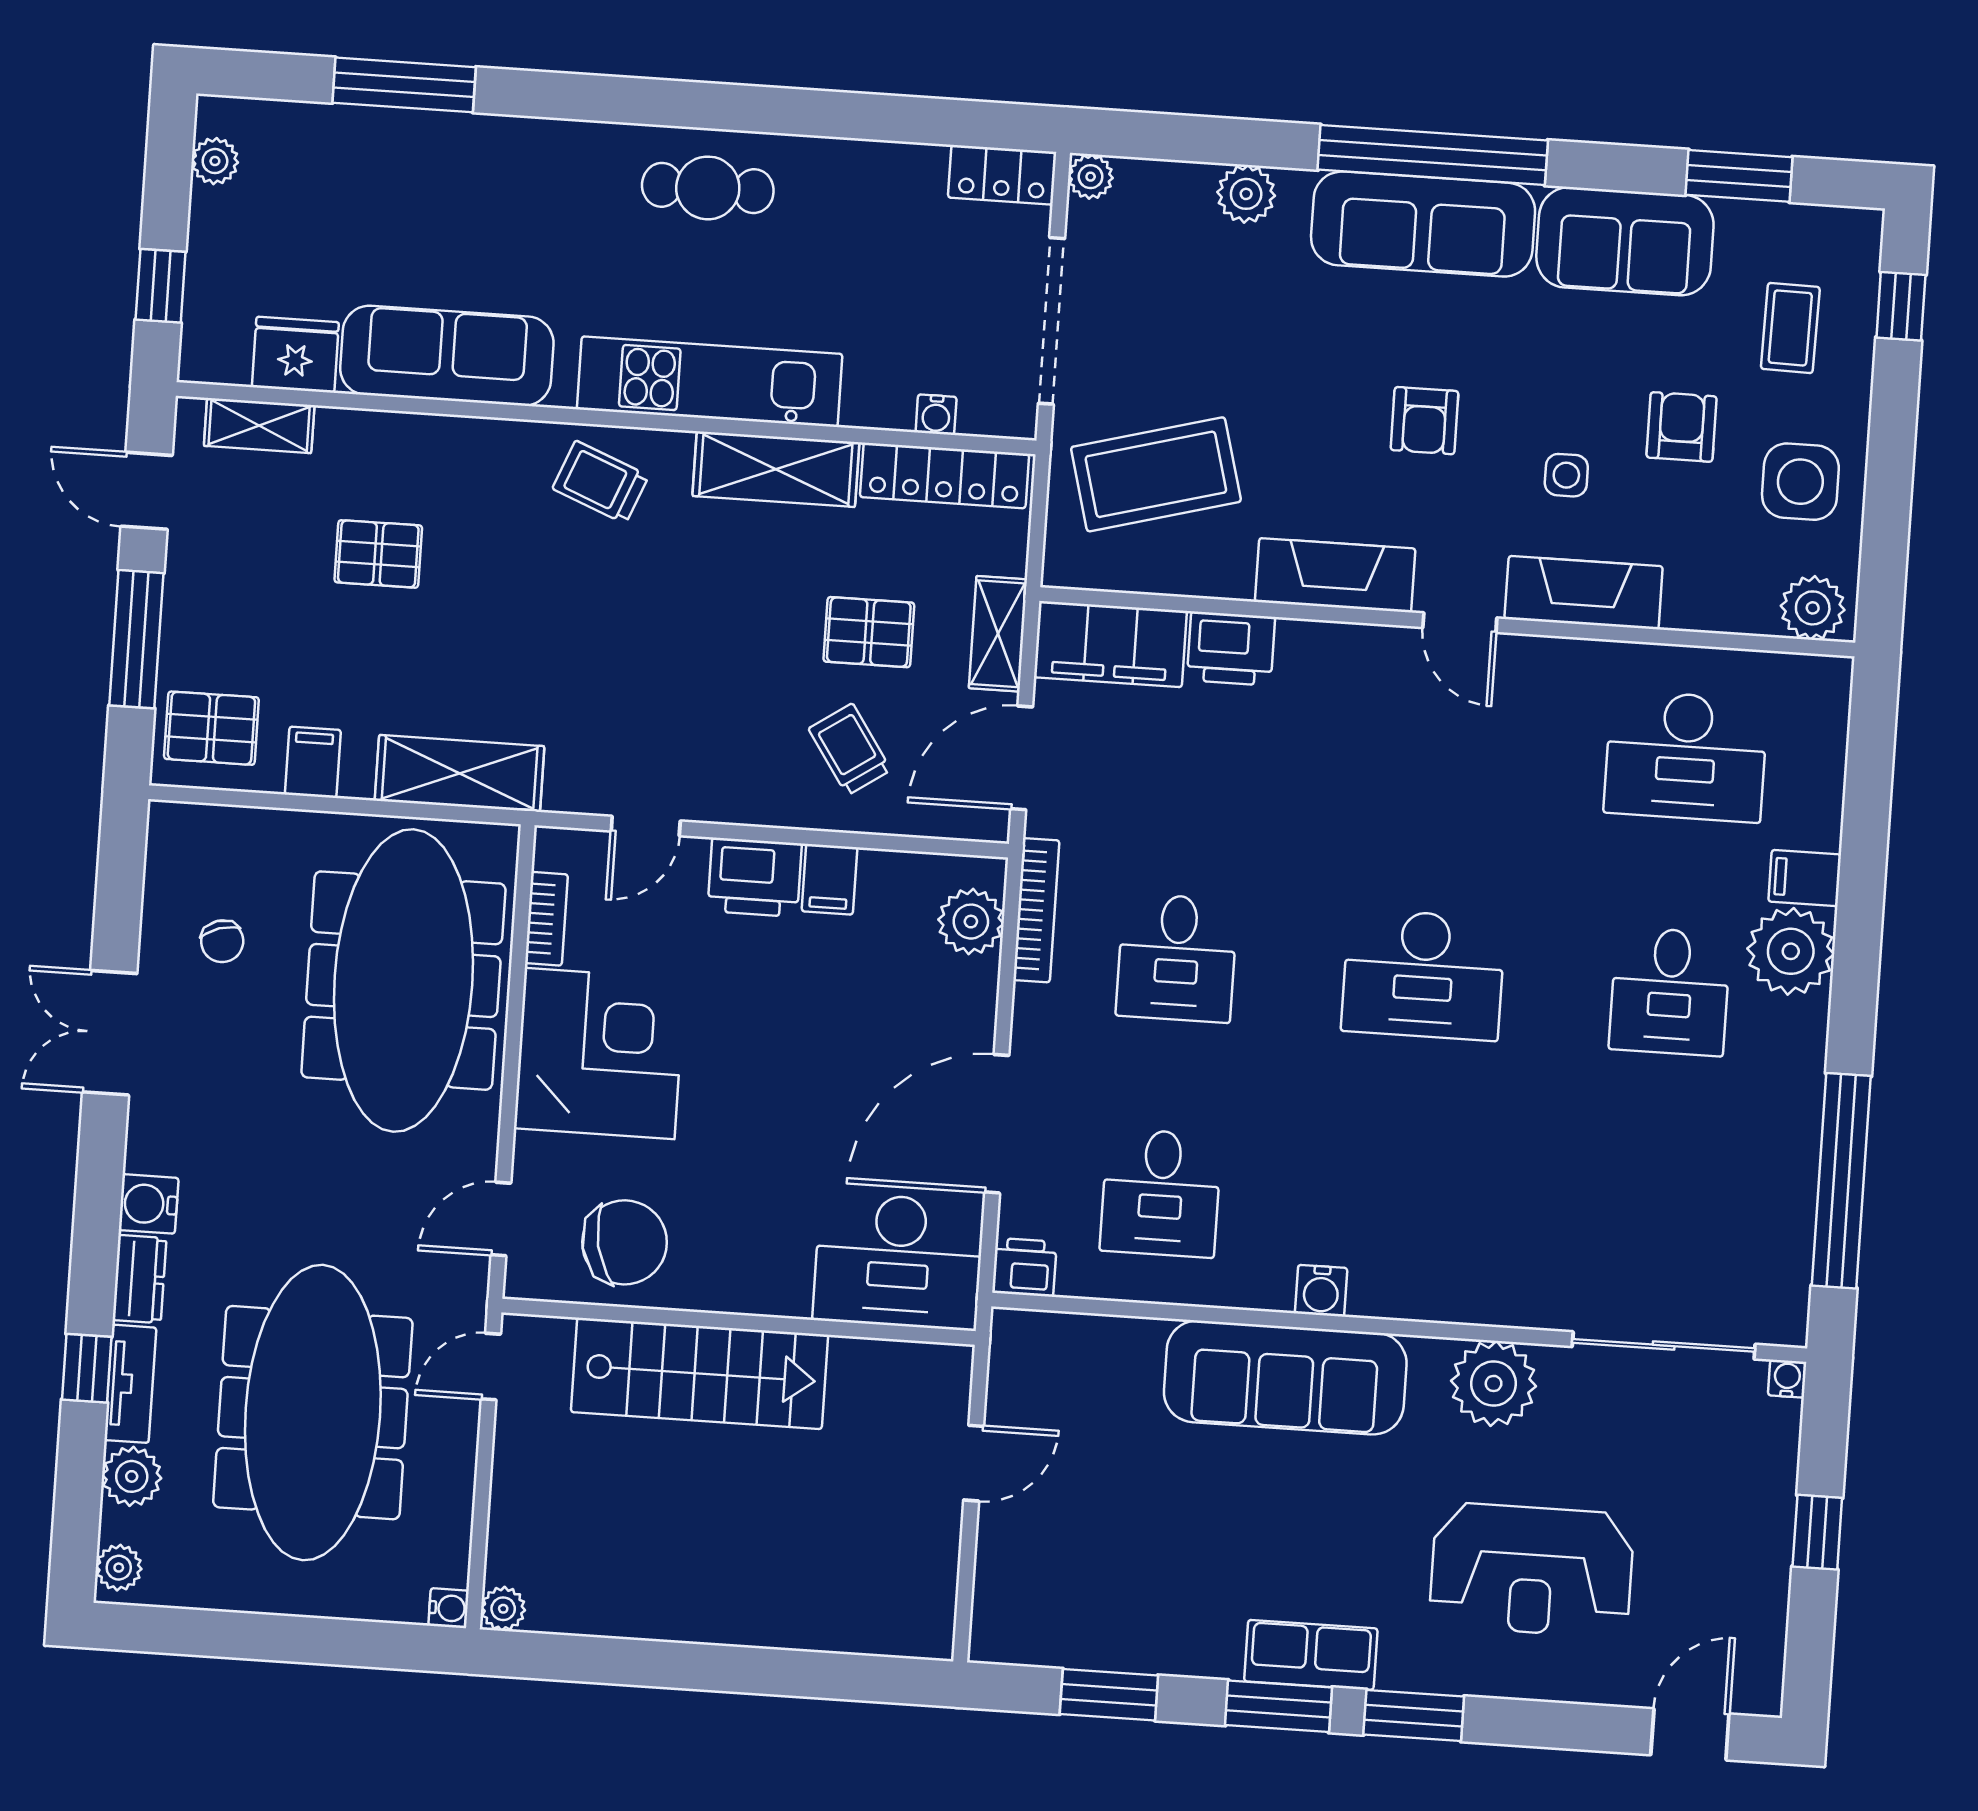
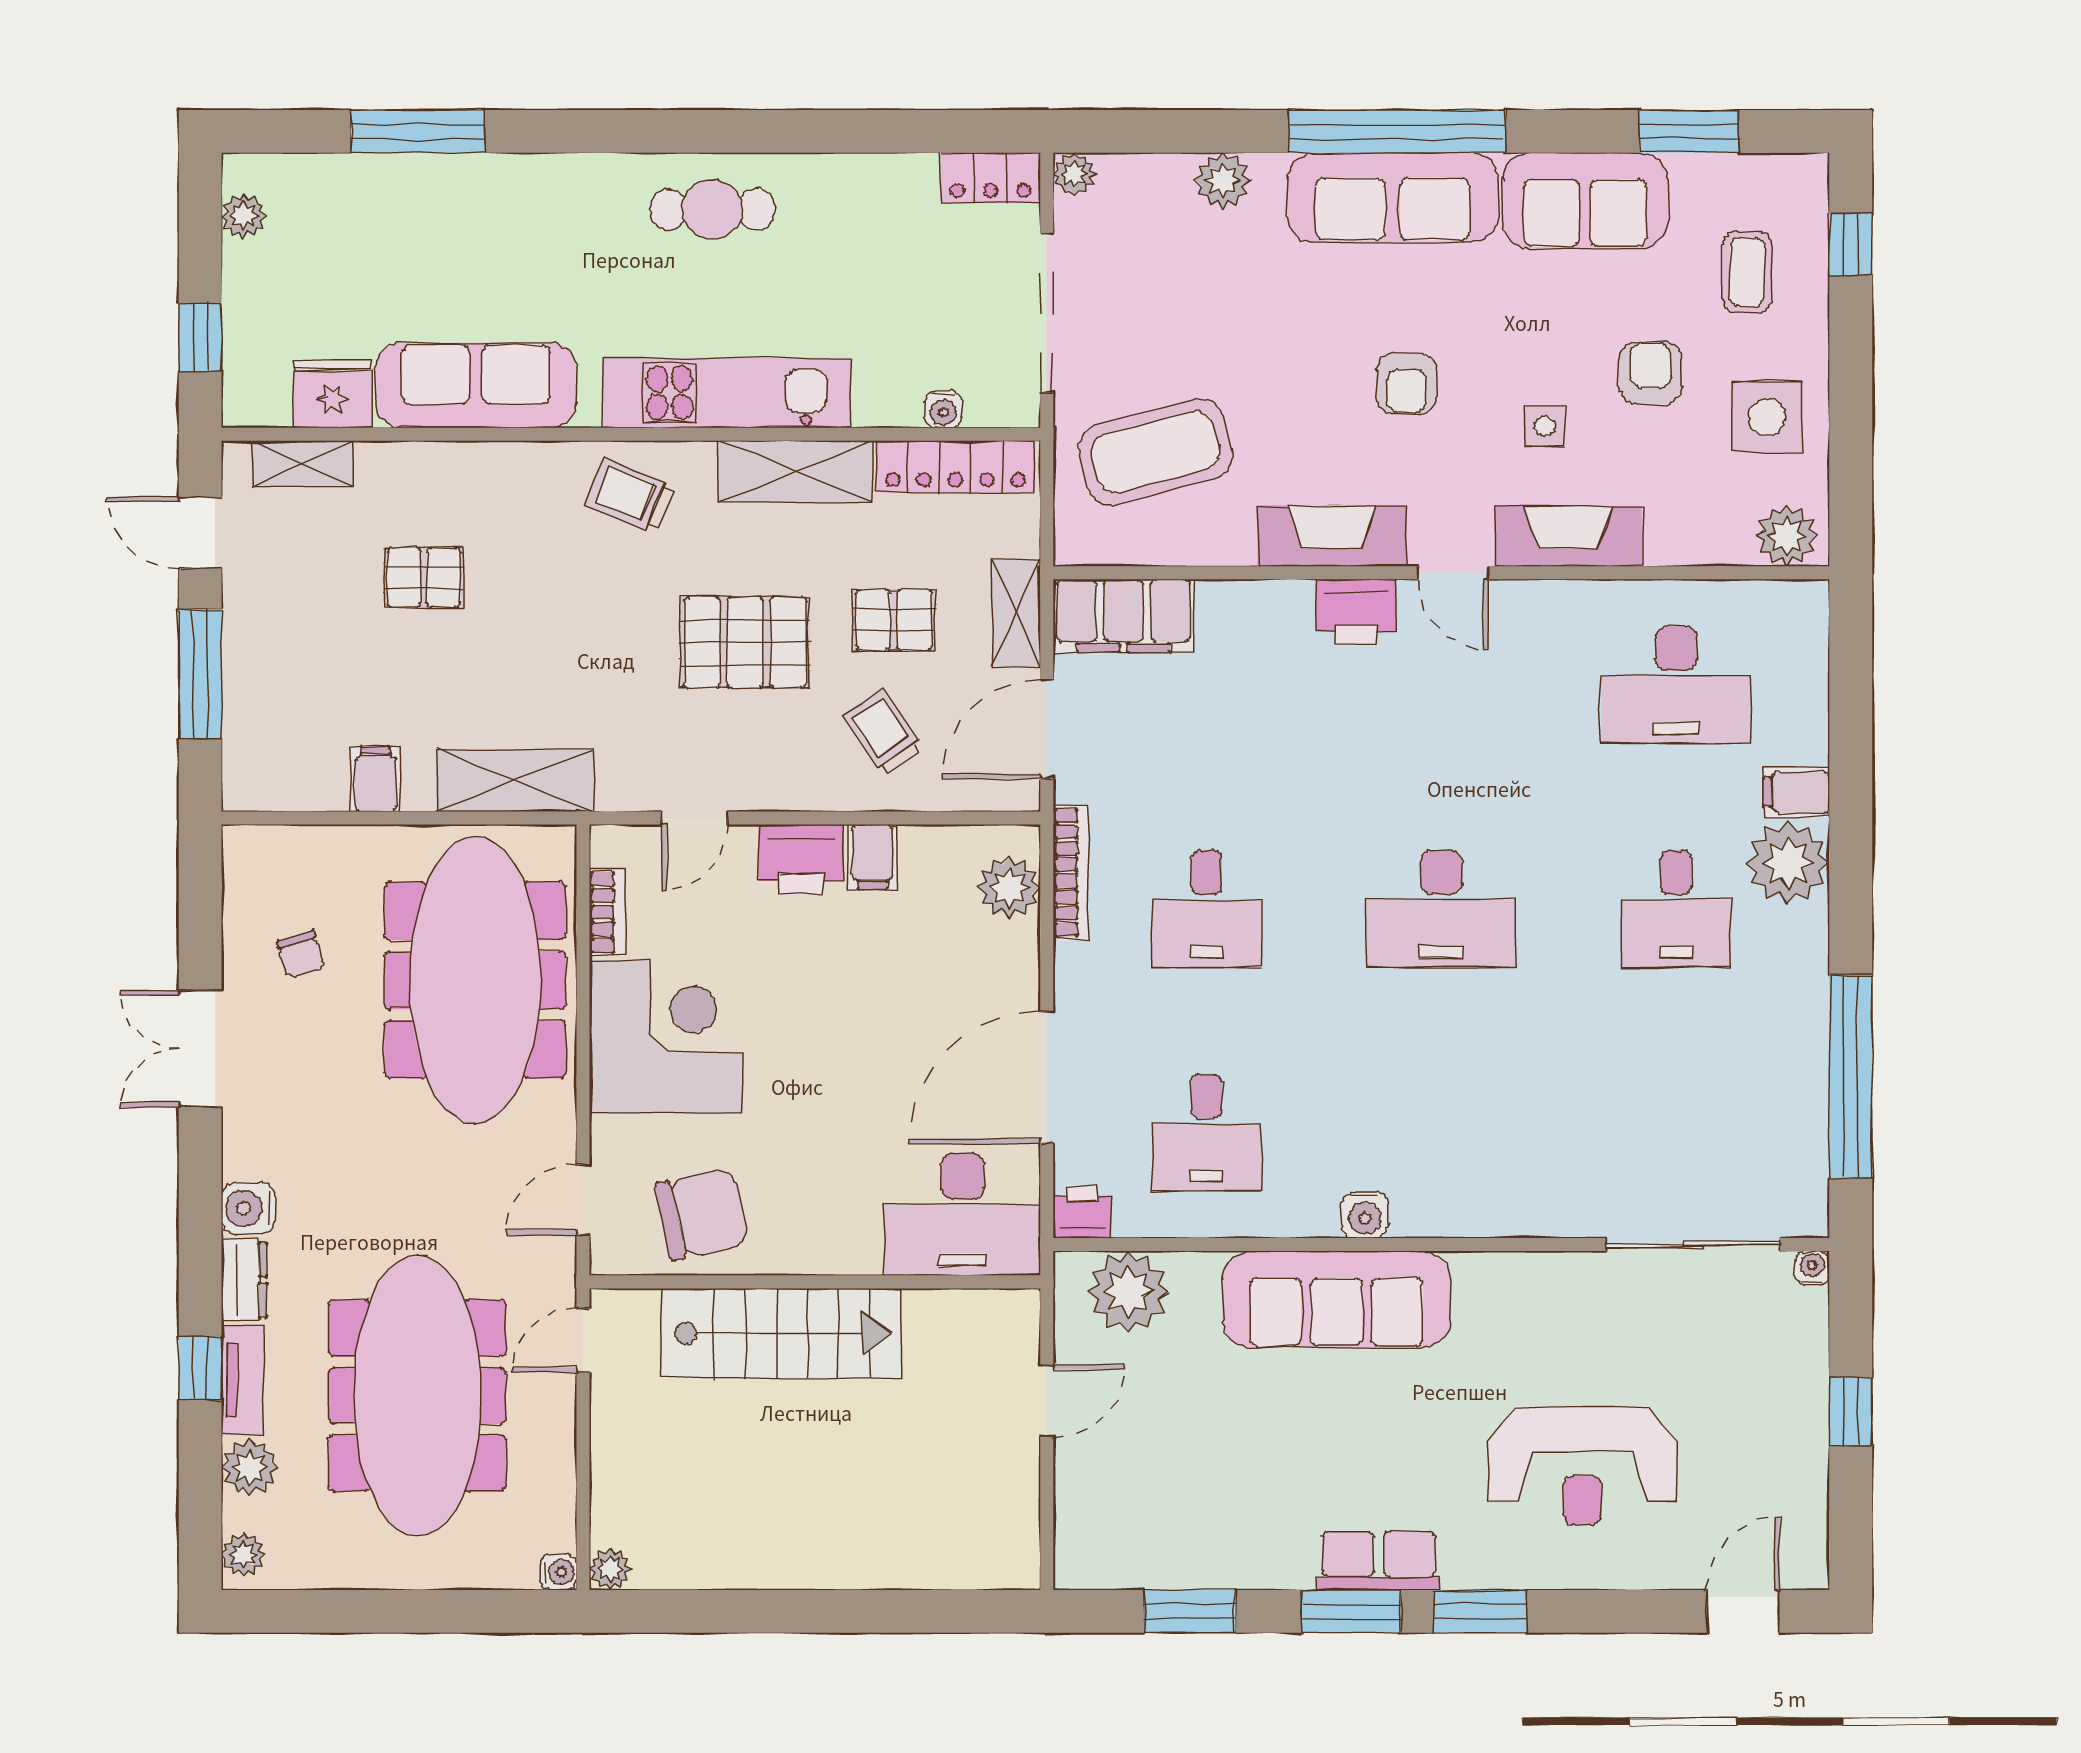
printer: (1231, 649) -> (1356, 612), moved
pallet: (211, 728) -> (745, 642), moved, width x1.50, depth x1.42
plant: (1494, 1383) -> (1128, 1292), moved

